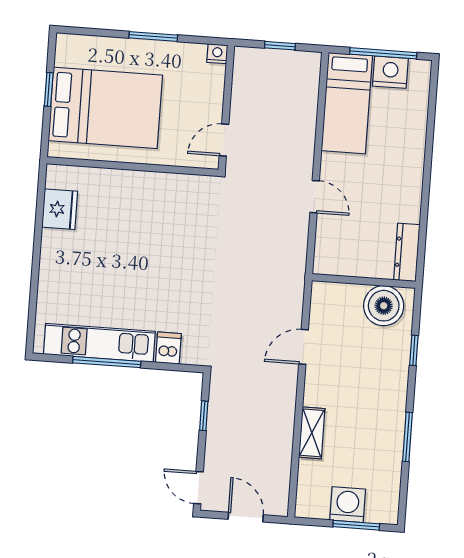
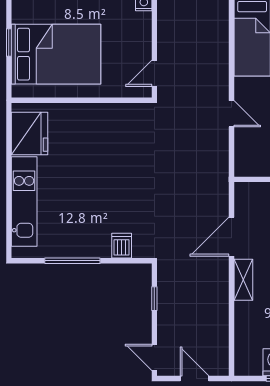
fridge: (60, 209) -> (30, 134), width x1.36, depth x1.34
kitchen unit: (99, 343) -> (24, 201), moved, turned 90
door: (304, 347) -> (231, 237), width x1.38
shelving: (312, 433) -> (243, 280), moved

